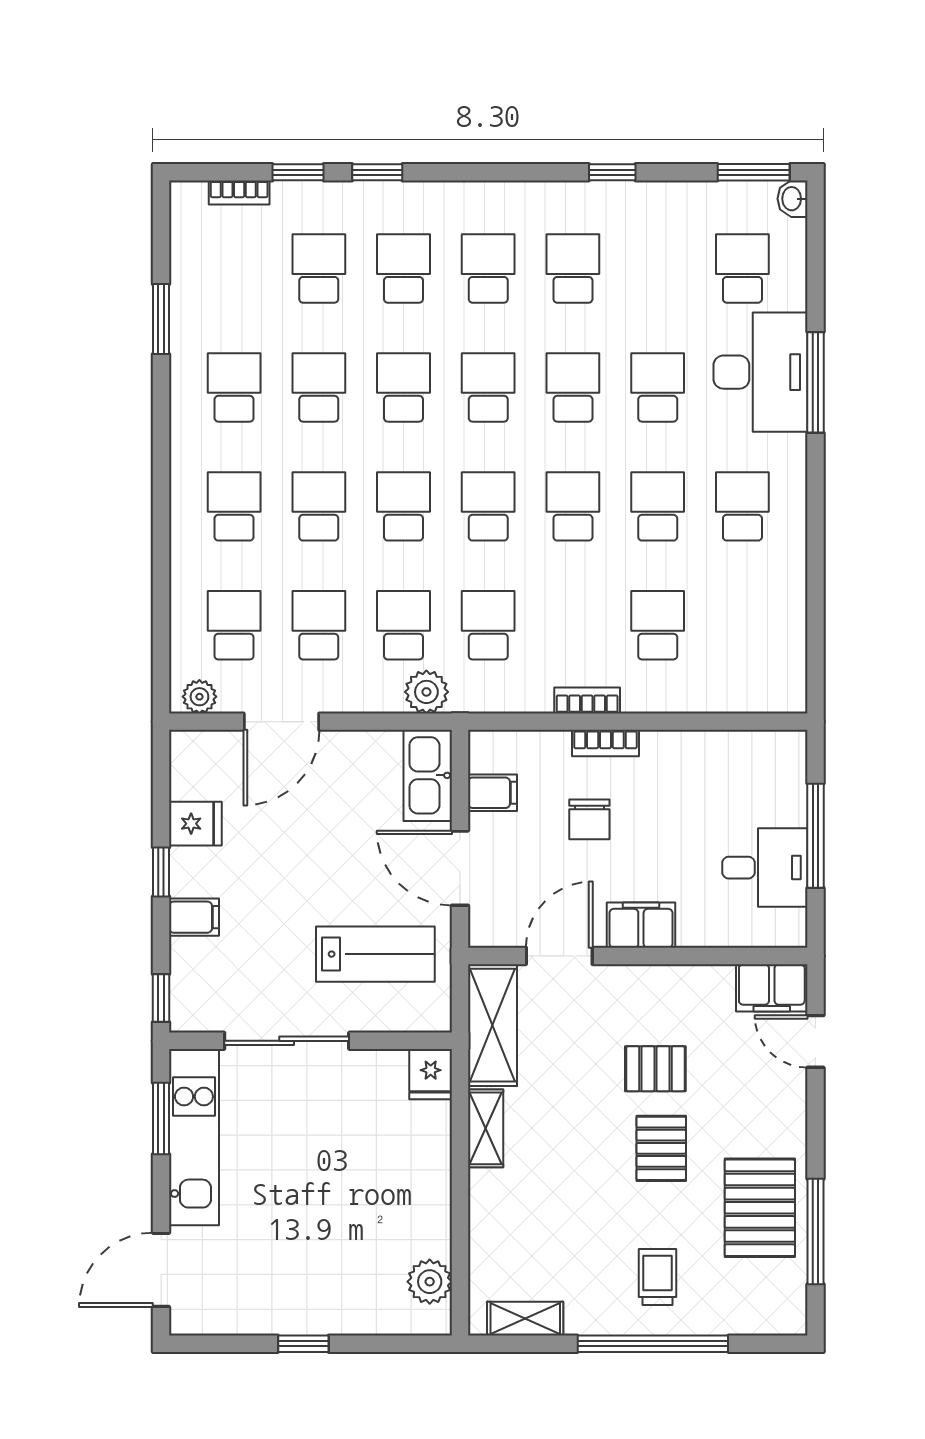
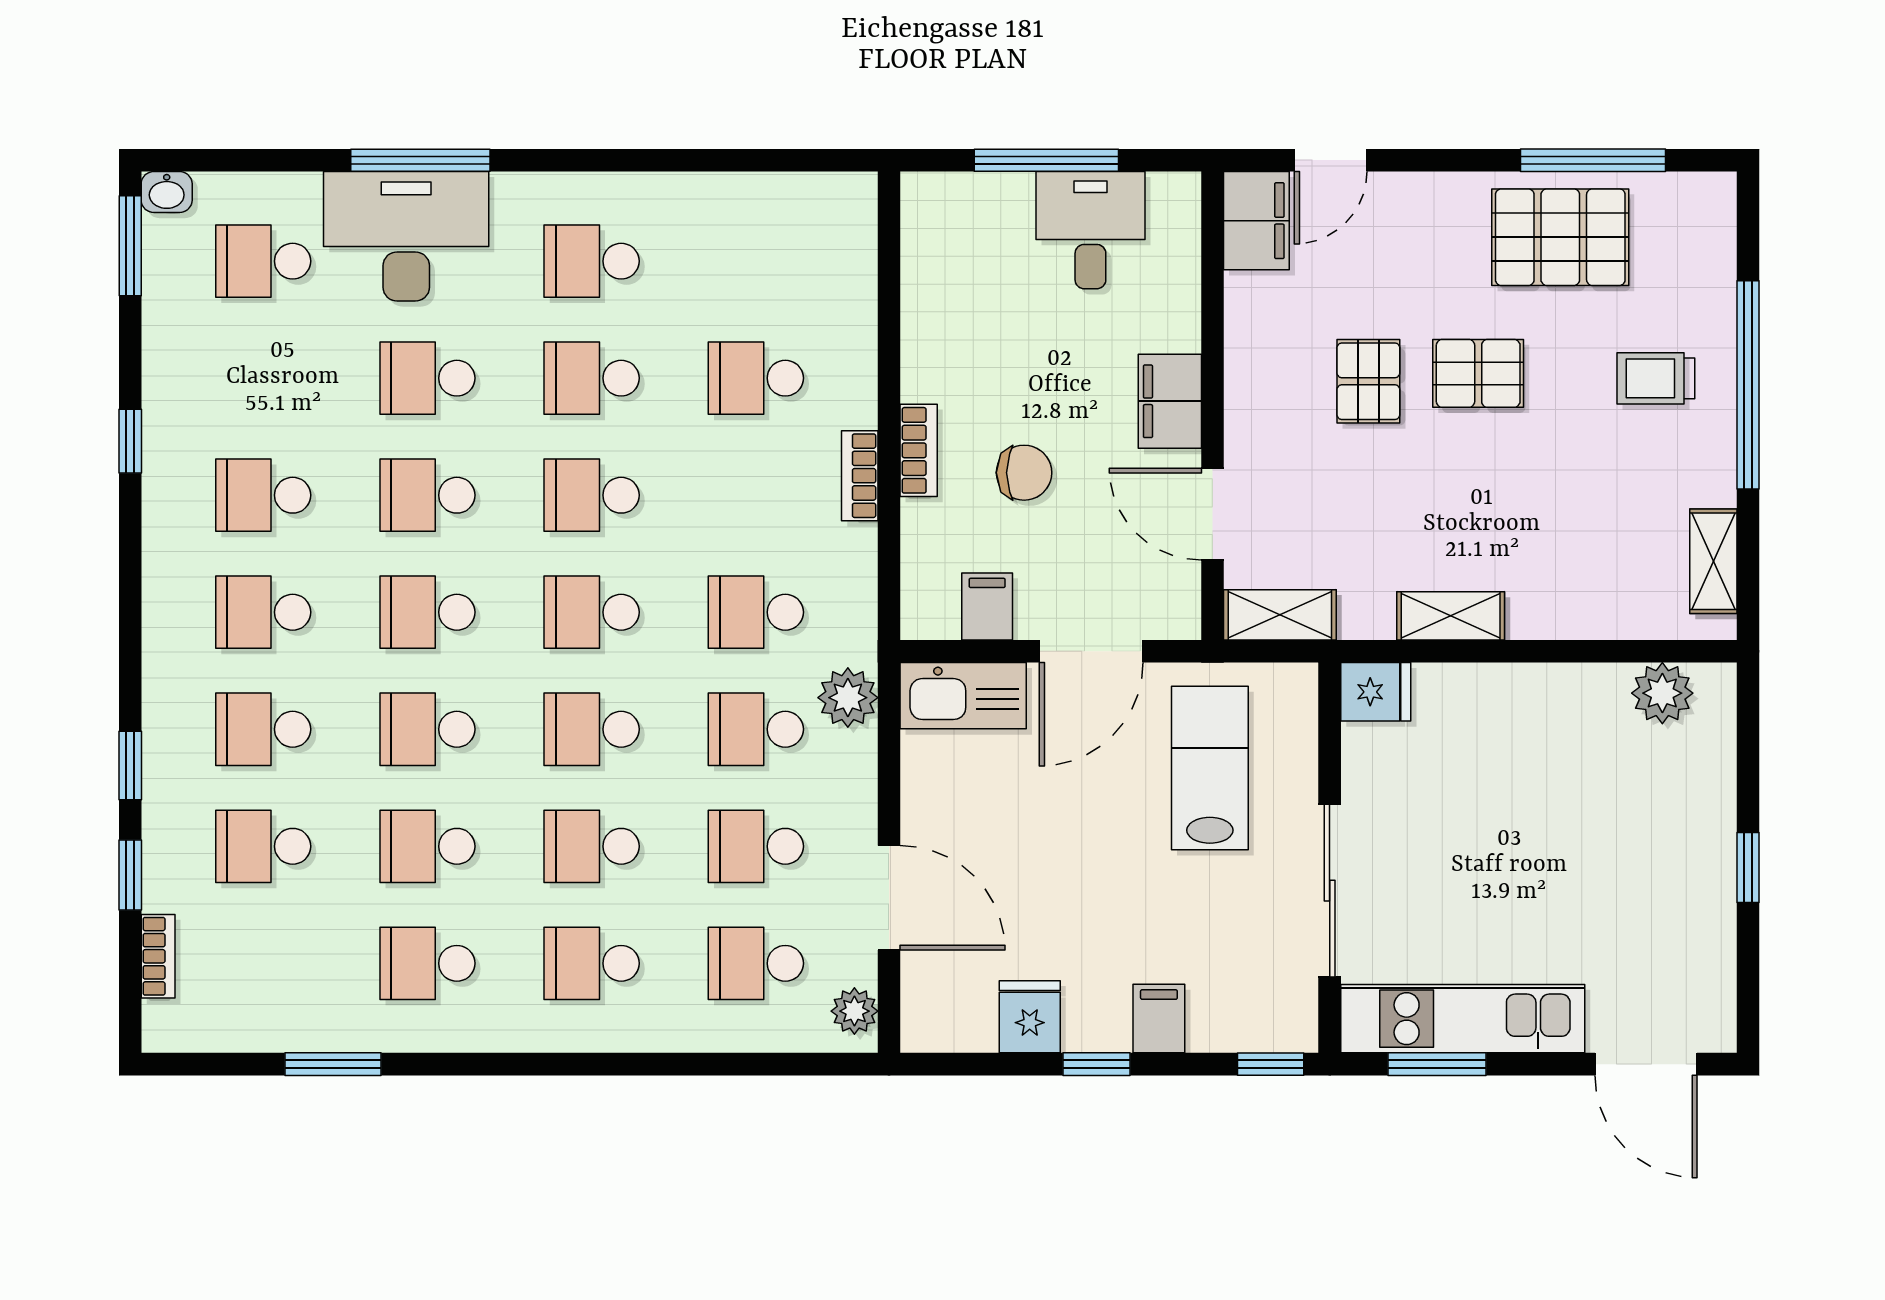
shelving: (492, 1025) -> (1280, 615), width x0.67, depth x0.75

